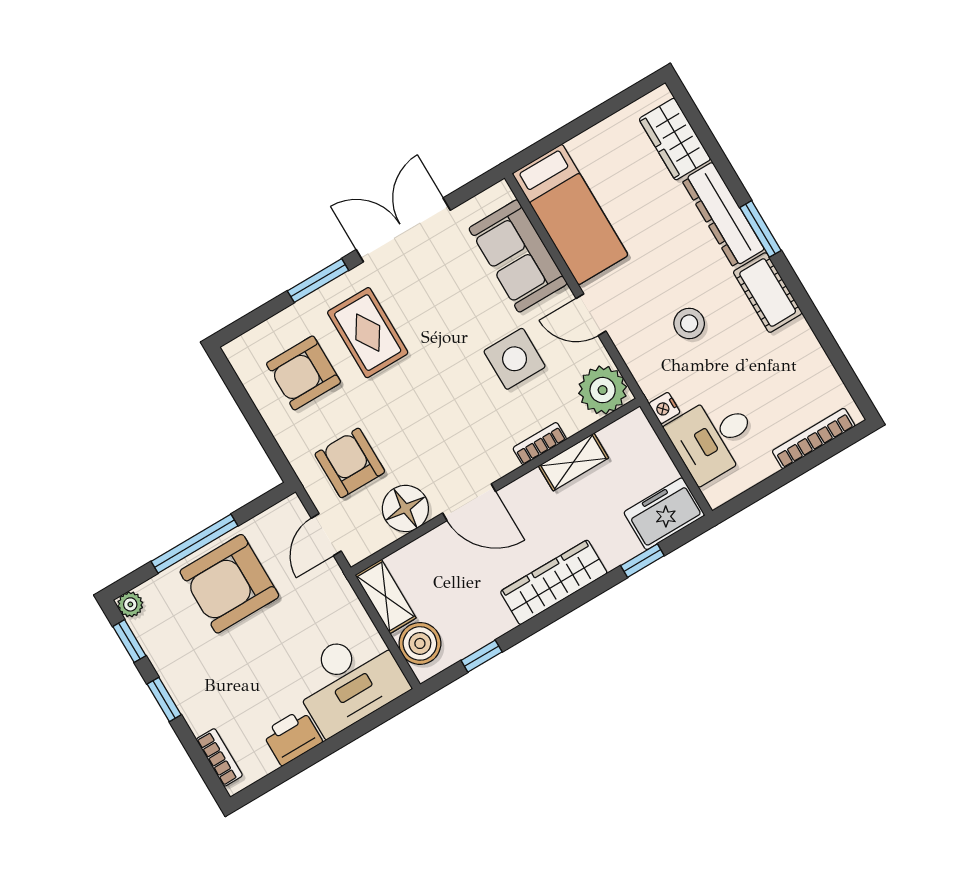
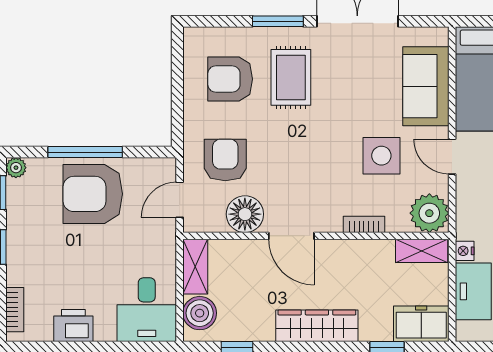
shelving: (573, 462) -> (422, 251), moved
desk: (349, 681) -> (147, 310), width x0.73

